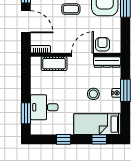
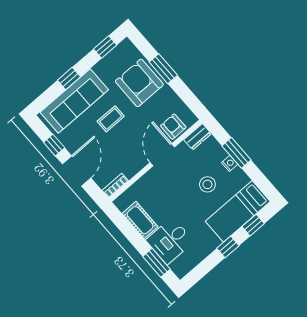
door: (26, 22) -> (77, 171), hinge flipped
dresser: (107, 62) -> (197, 137), width x0.70
cot: (54, 64) -> (140, 220), moved, turned 90
window: (64, 139) -> (228, 247), moved

